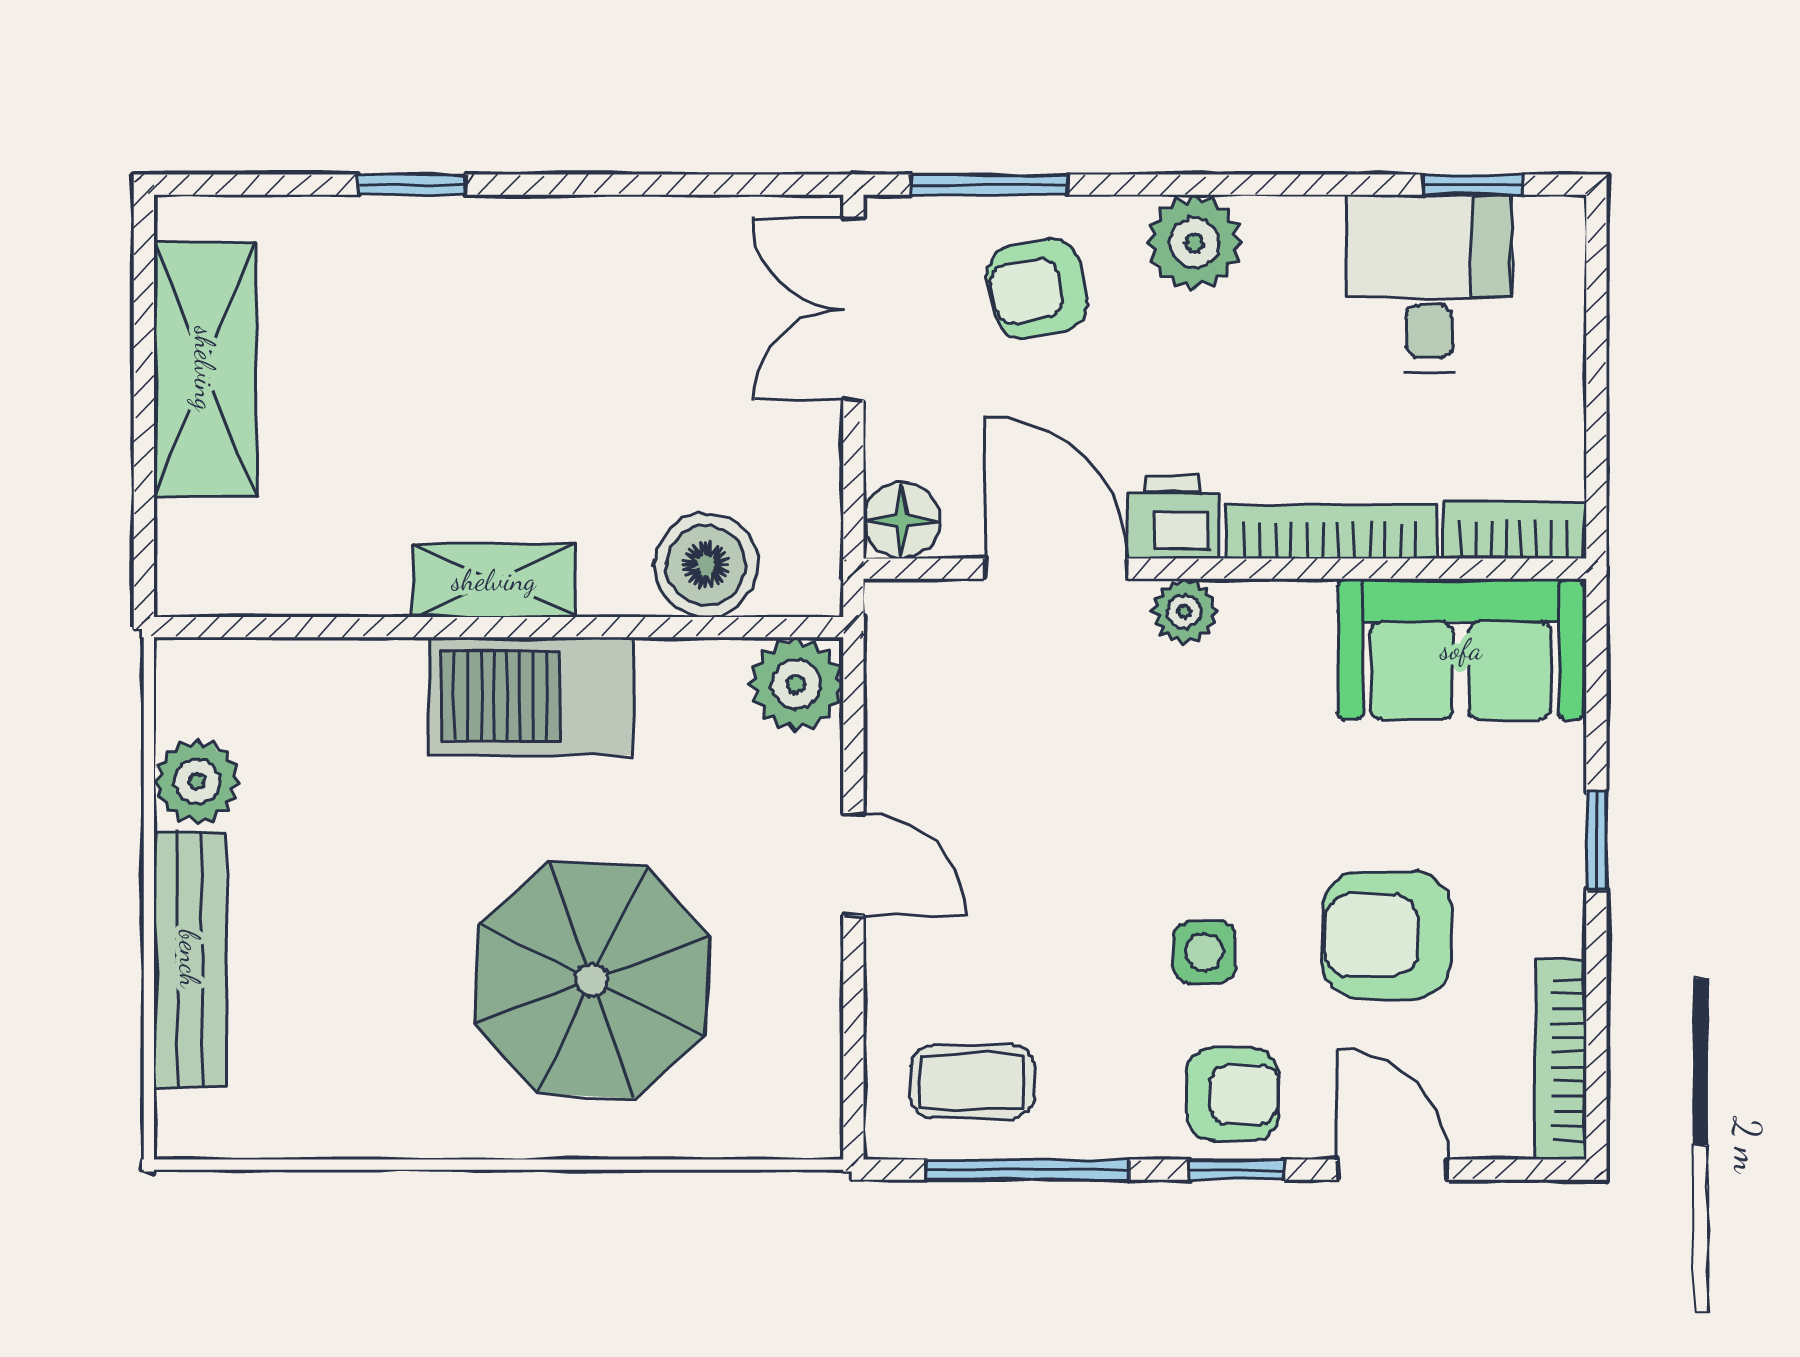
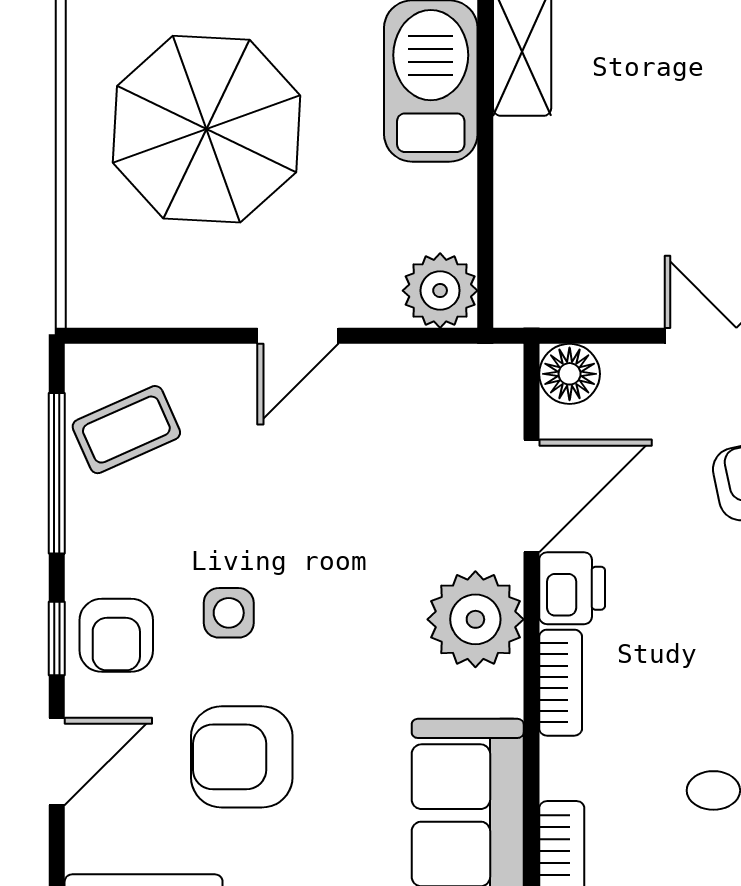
bookcase: (1331, 532) -> (561, 683), width x0.64
boiler: (706, 565) -> (534, 219), removed
plant: (1184, 611) -> (475, 619), width x1.87, depth x1.87
armchair: (1387, 936) -> (242, 757), turned -90
coffee table: (972, 1082) -> (126, 430), turned 66

